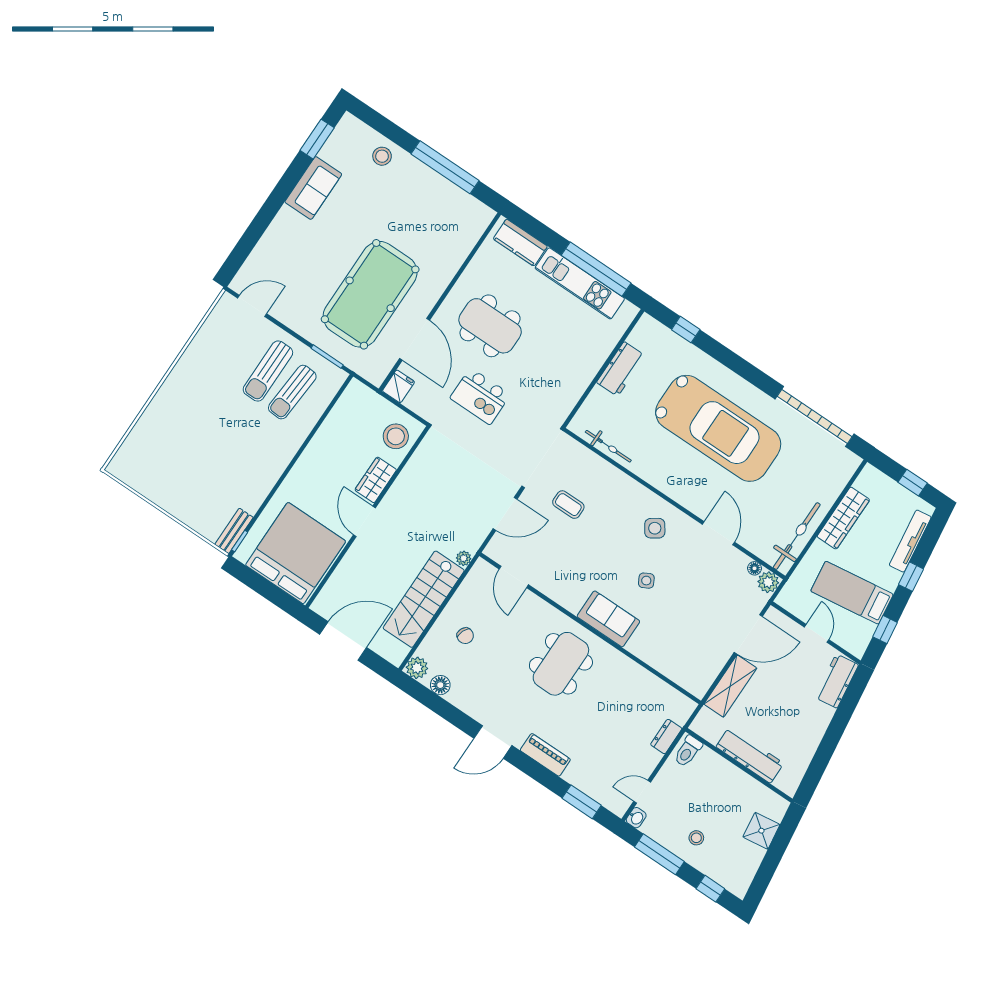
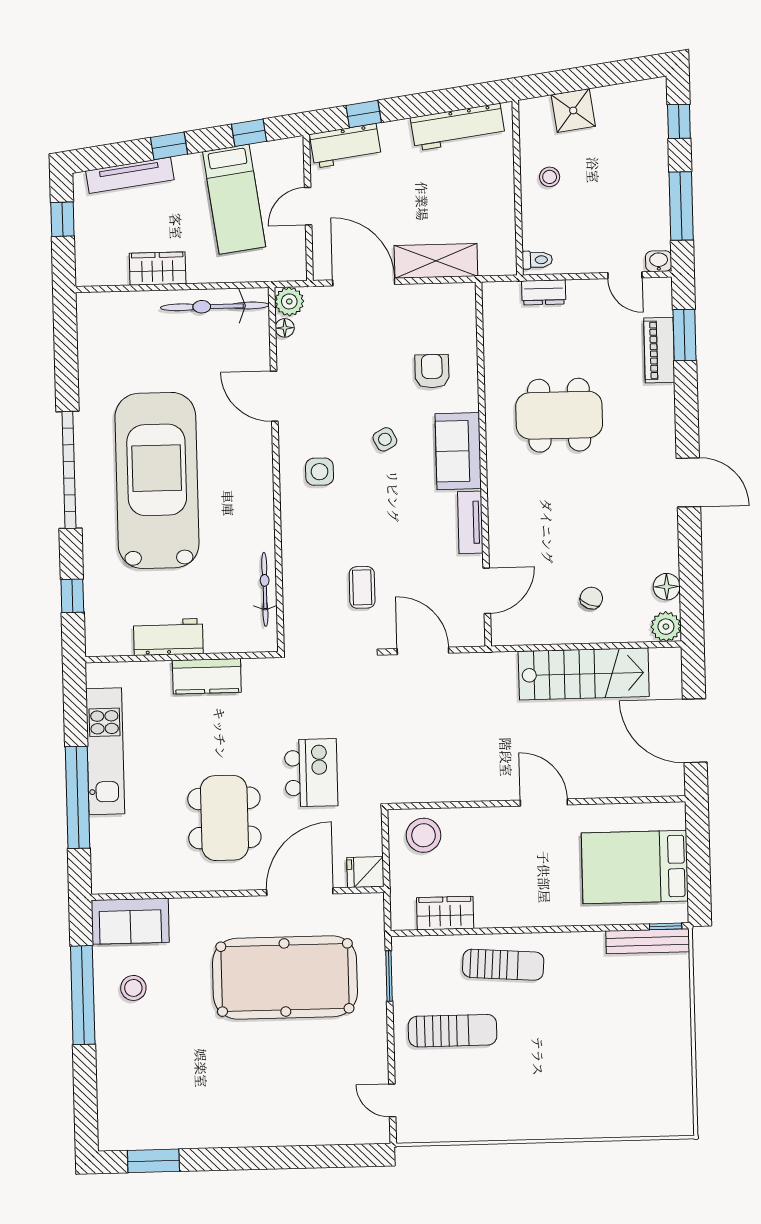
stool: (382, 156) -> (133, 988), moved
sofa: (313, 188) -> (130, 921), moved, turned 180
kitchen counter: (520, 243) -> (207, 676), moved, turned 90
window: (596, 269) -> (78, 797), moved
door: (252, 306) -> (392, 1100), width x0.73
sun lounger: (292, 392) -> (503, 965), moved
garage door: (815, 416) -> (69, 470), moved
wardrobe: (376, 480) -> (445, 913), moved, turned 180
wardrobe: (843, 518) -> (158, 269), width x0.67
door: (364, 521) -> (544, 802), swing flipped
side table: (655, 528) -> (320, 472), turned 35
bench: (234, 531) -> (648, 941), width x1.36
door: (718, 533) -> (274, 396), hinge flipped
bed: (296, 553) -> (635, 867), width x0.73
plant: (464, 558) -> (506, 662), removed
tv unit: (561, 596) -> (470, 522), added
armchair: (667, 637) -> (432, 371), added
dining table: (561, 664) -> (559, 415), moved
window: (848, 705) -> (364, 114), added
toilet: (688, 751) -> (537, 260), width x0.73, depth x0.72
piano: (545, 755) -> (659, 350), moved
workbench: (750, 755) -> (458, 127), moved, turned -98
stool: (696, 838) -> (550, 177), moved

